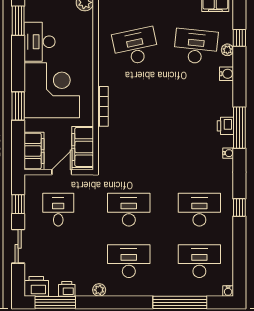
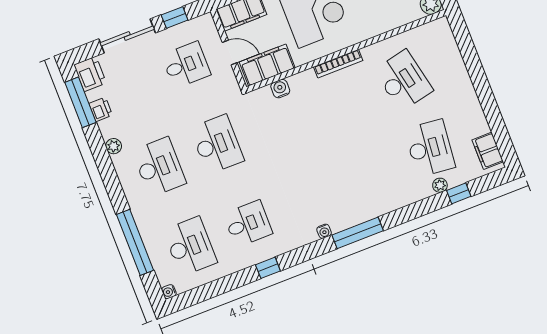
water cooler: (226, 74) -> (280, 89), moved, turned 180
bookcase: (103, 106) -> (338, 64), moved
printer: (225, 126) -> (353, 216), removed
desk: (199, 210) -> (248, 224), width x0.73
sliding door: (18, 246) -> (127, 36), width x1.37

